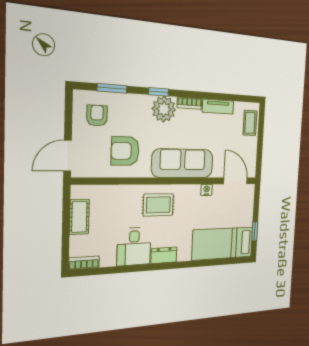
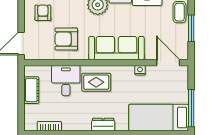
window: (260, 142) -> (191, 28), added
window: (255, 231) -> (191, 108), width x2.17
desk: (134, 247) -> (66, 81), moved, turned 180
bookcase: (84, 263) -> (49, 126), moved

